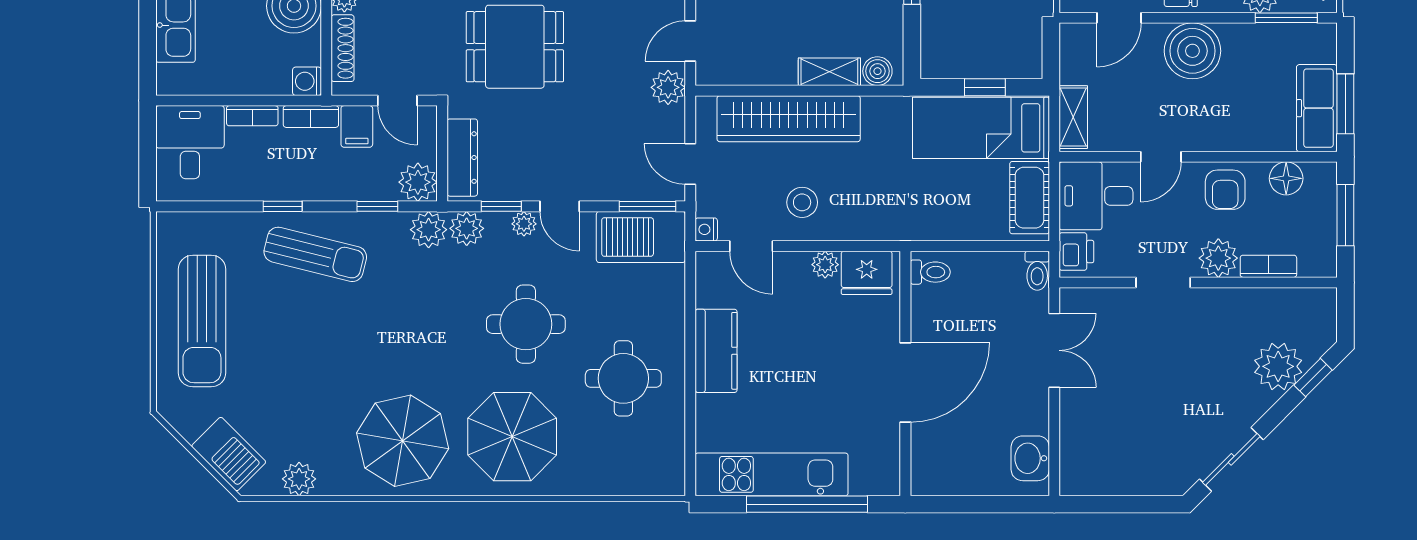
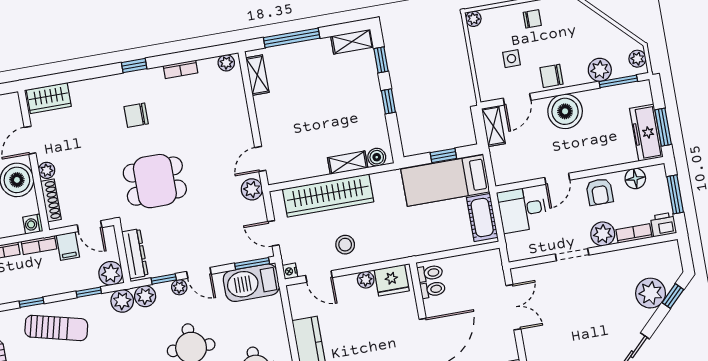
shelving: (1073, 117) -> (493, 126), moved
printer: (1076, 252) -> (663, 225), moved, turned -90
toilet: (1037, 271) -> (433, 289), moved, turned -90

